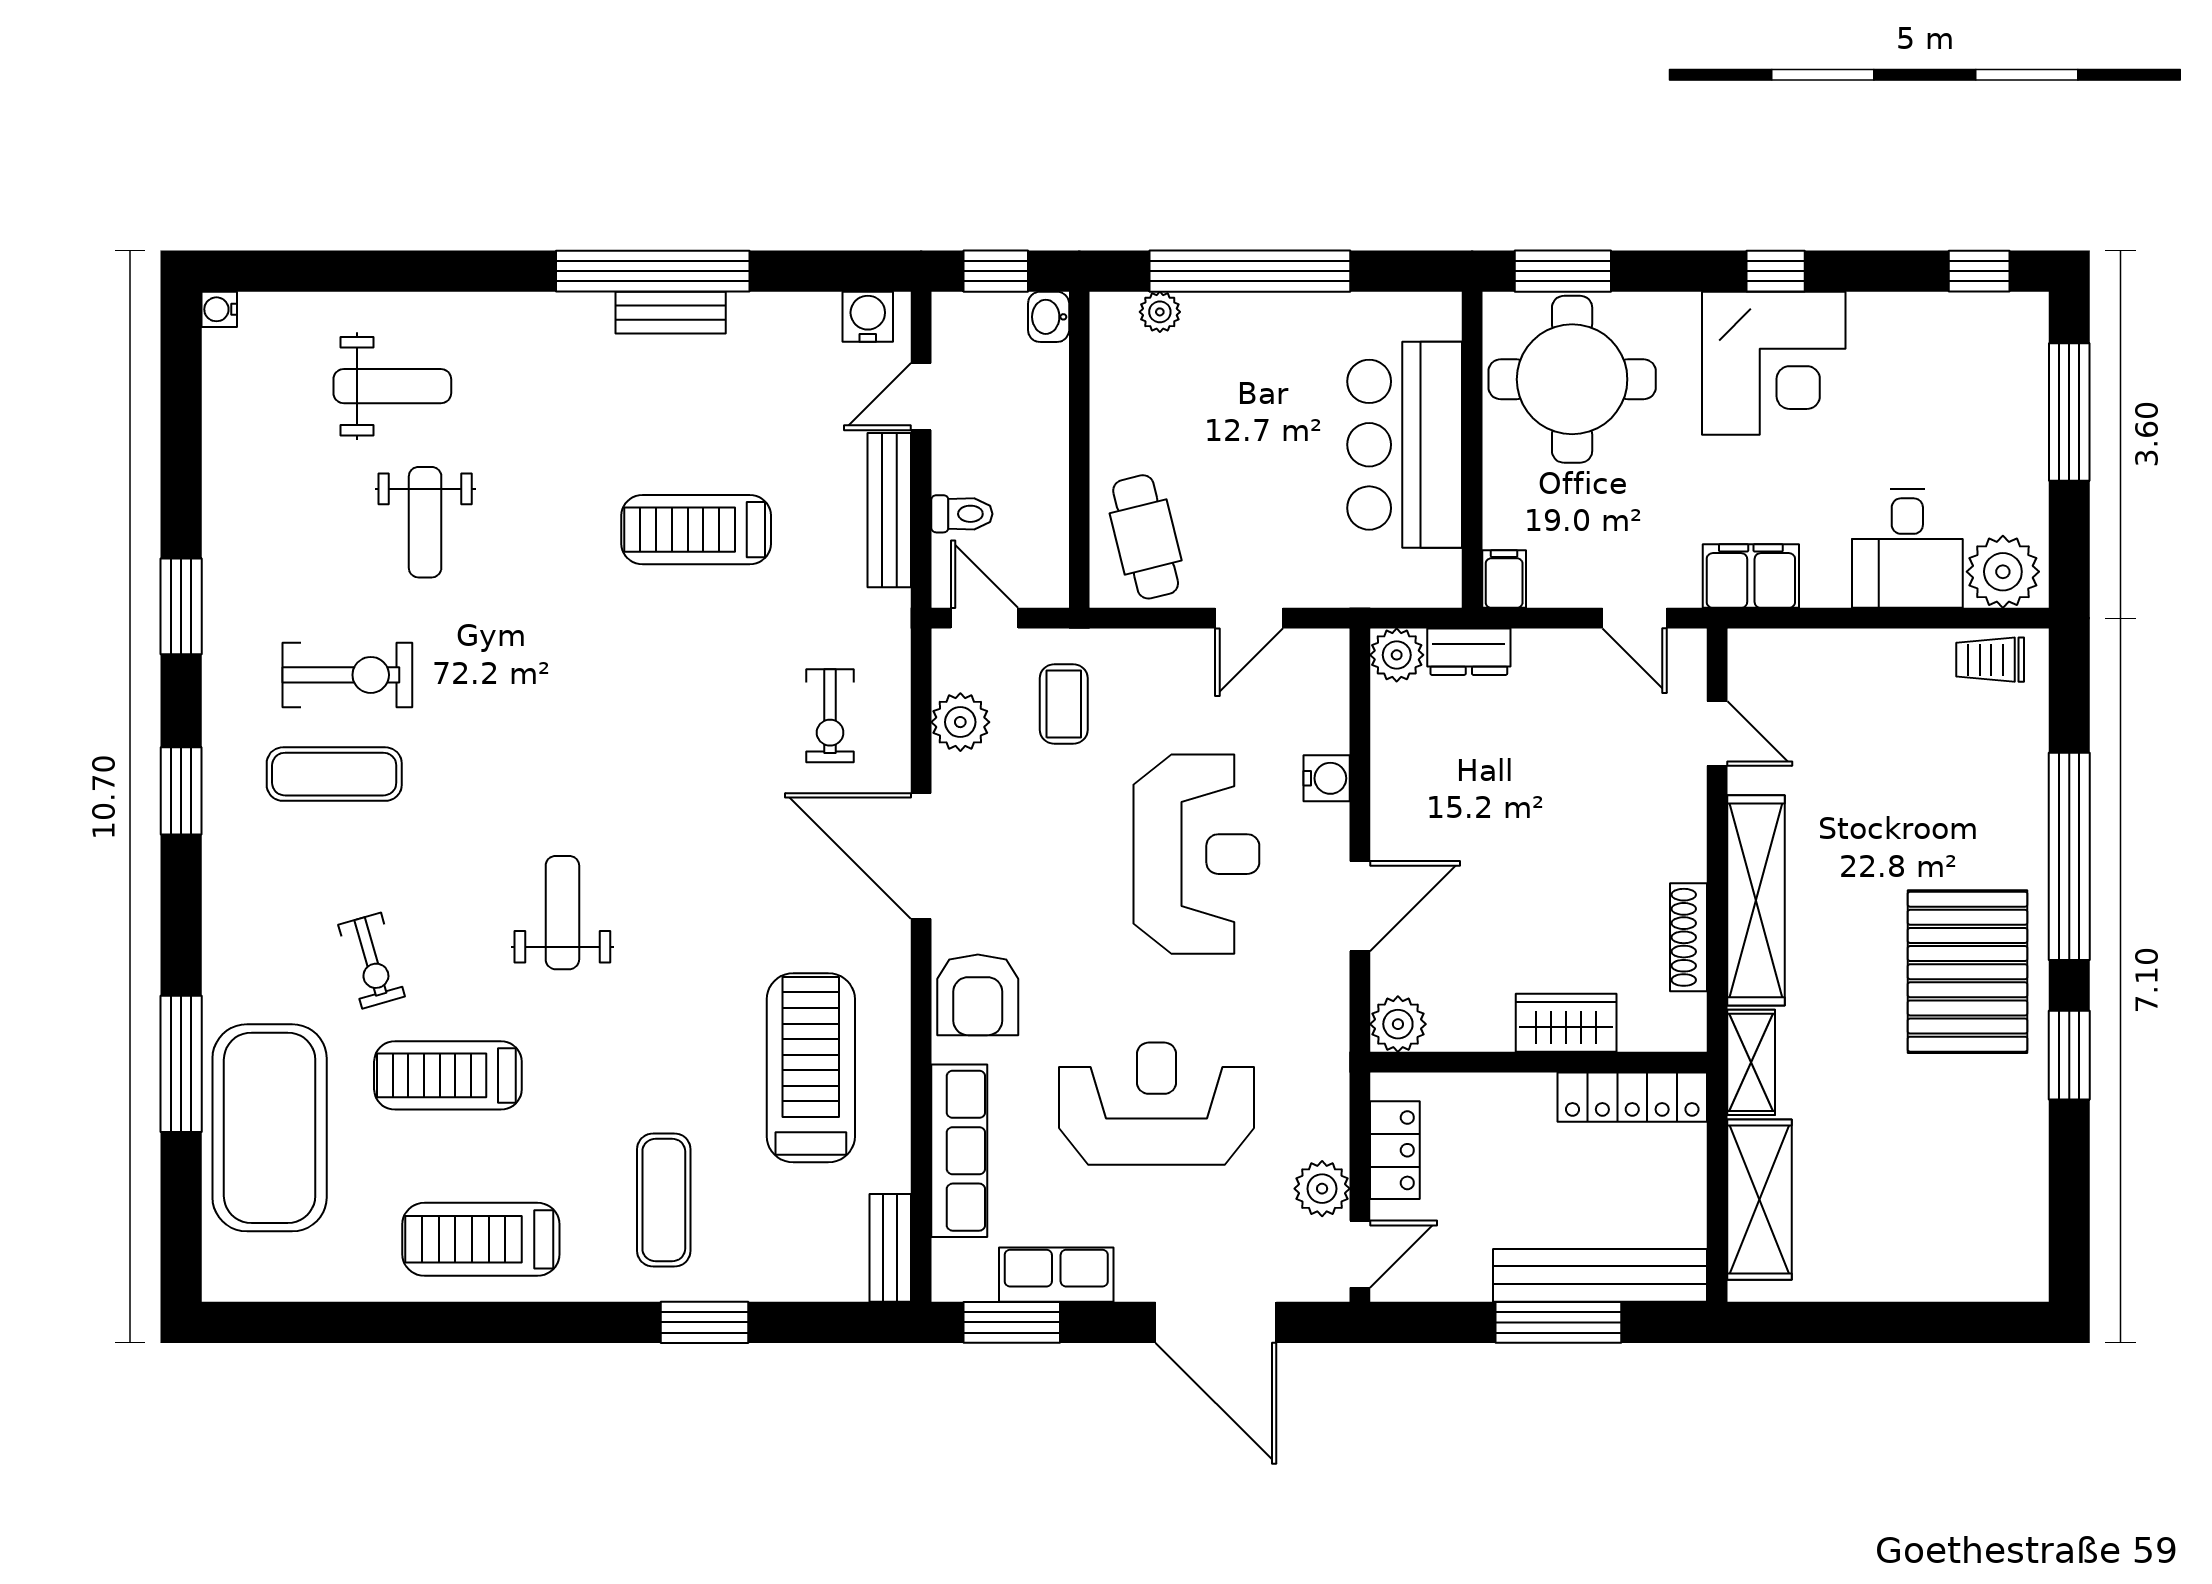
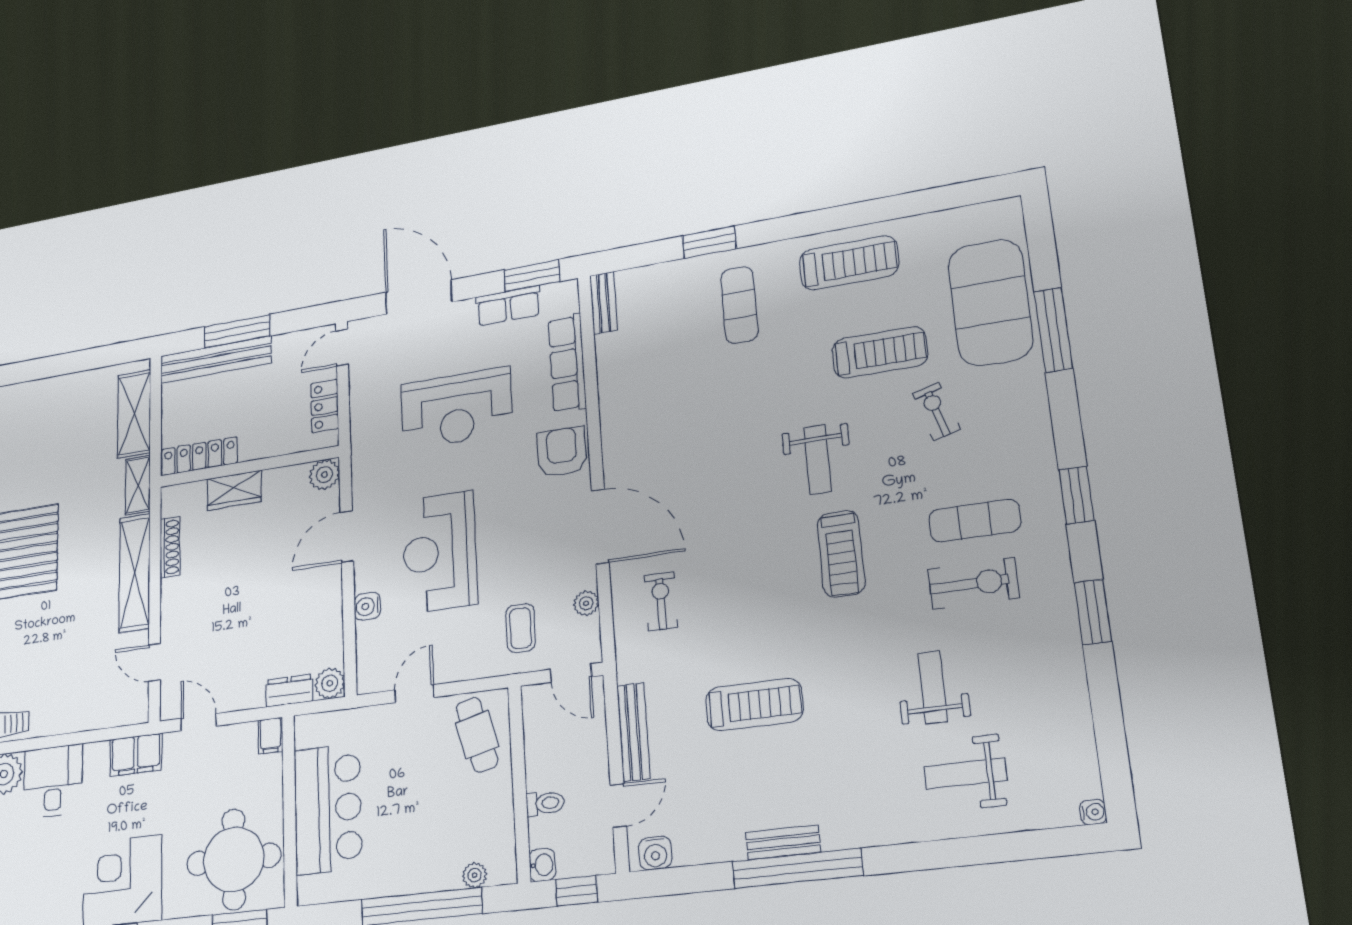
toilet: (962, 514) -> (545, 803), moved, turned 180
exercise bike: (347, 675) -> (973, 583), turned 180
plant: (960, 722) -> (586, 603), width x0.73, depth x0.73
treadmill: (811, 1068) -> (841, 554), moved, width x0.73, depth x0.73
plant: (1322, 1189) -> (363, 379), removed

